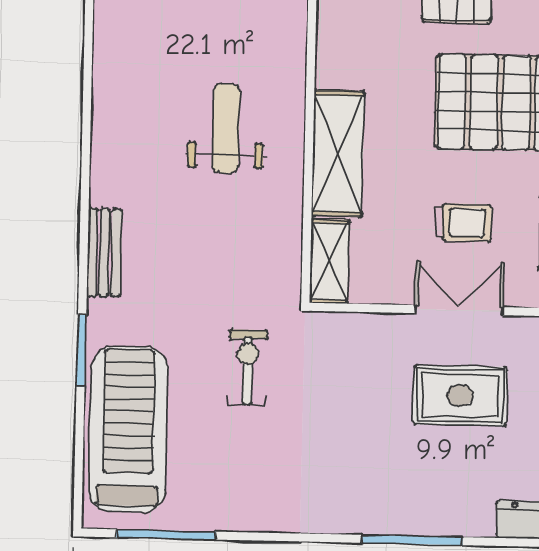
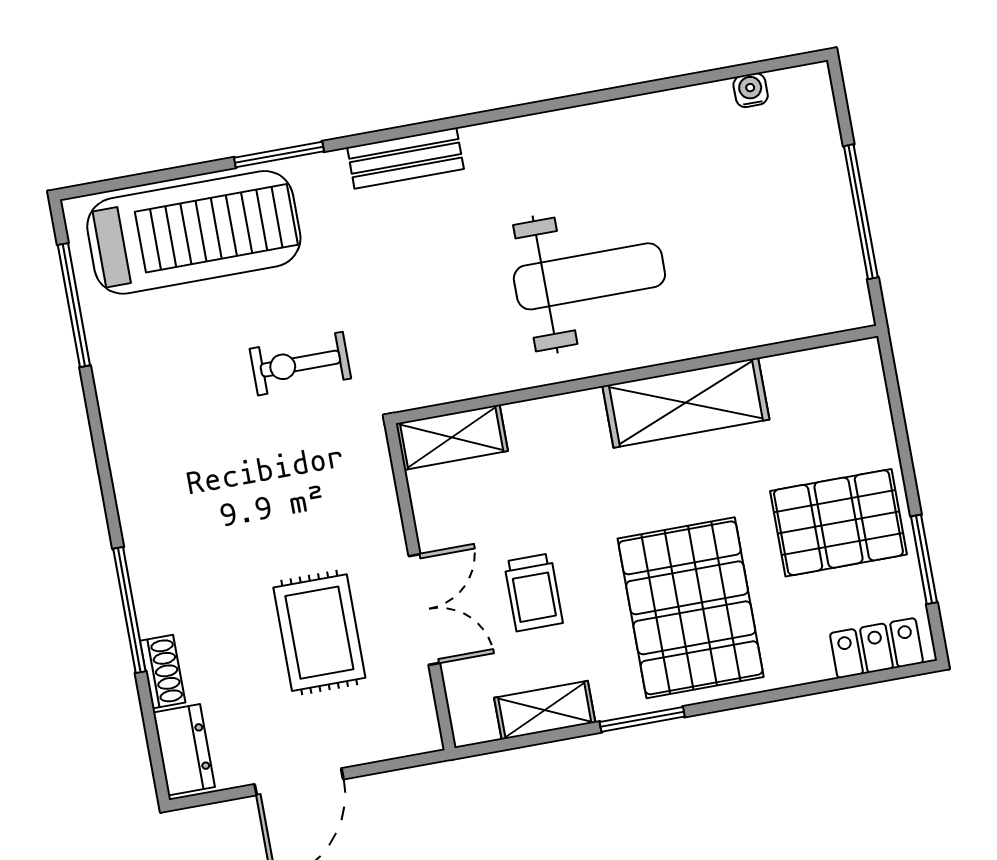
weight bench: (226, 128) -> (589, 276), width x1.36, depth x1.33
shelving: (338, 154) -> (686, 403), moved
exercise bike: (248, 367) -> (300, 364), turned 180
shoe rack: (465, 524) -> (163, 672), added

